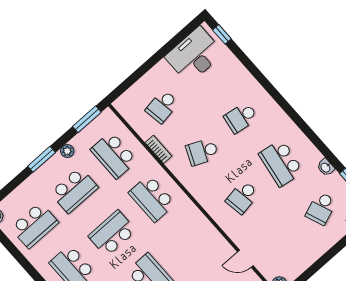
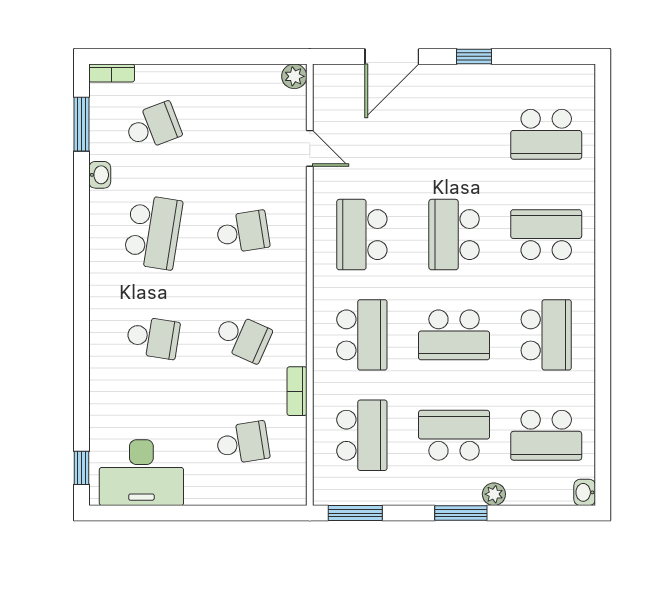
plant: (67, 151) -> (494, 494), moved
school desk: (34, 225) -> (546, 435), turned 180
school desk: (190, 241) -> (362, 235), added

